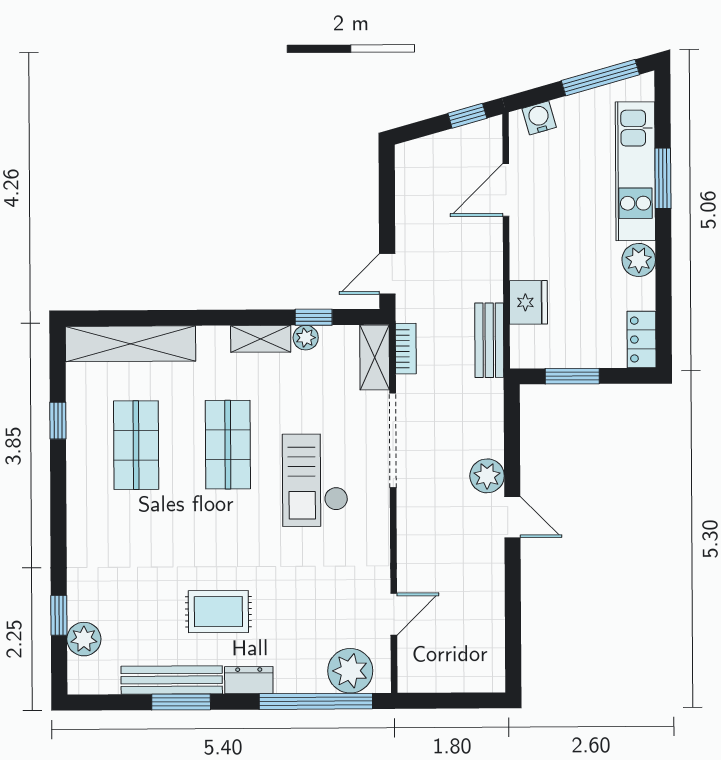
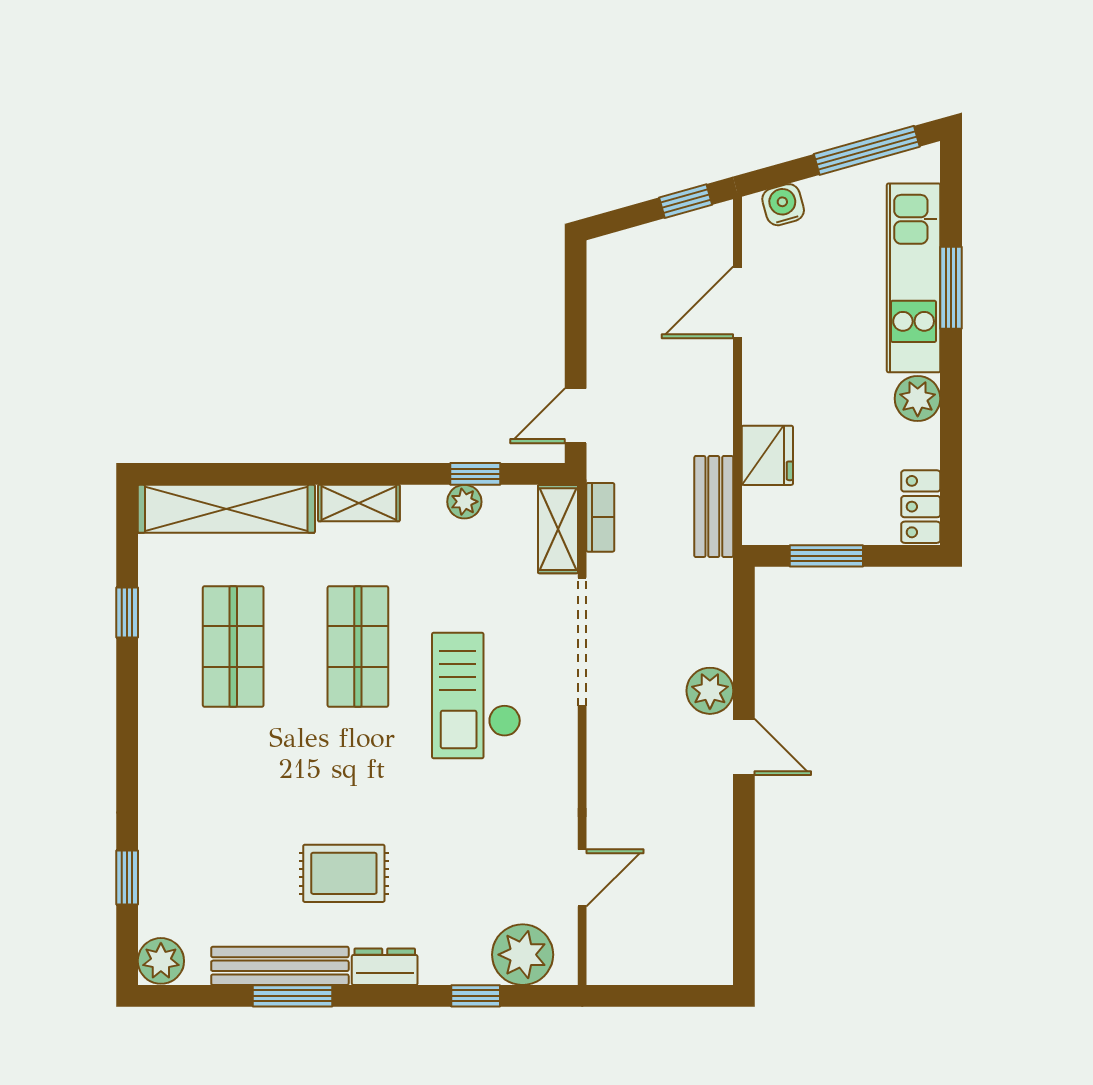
shelving: (261, 339) -> (359, 503), moved
plant: (84, 639) -> (161, 961), moved
window: (316, 701) -> (476, 996), width x0.32

